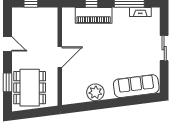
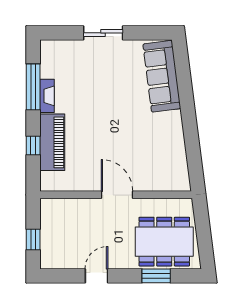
fireplace: (140, 12) -> (47, 96), moved
plant: (95, 92) -> (171, 140), removed

